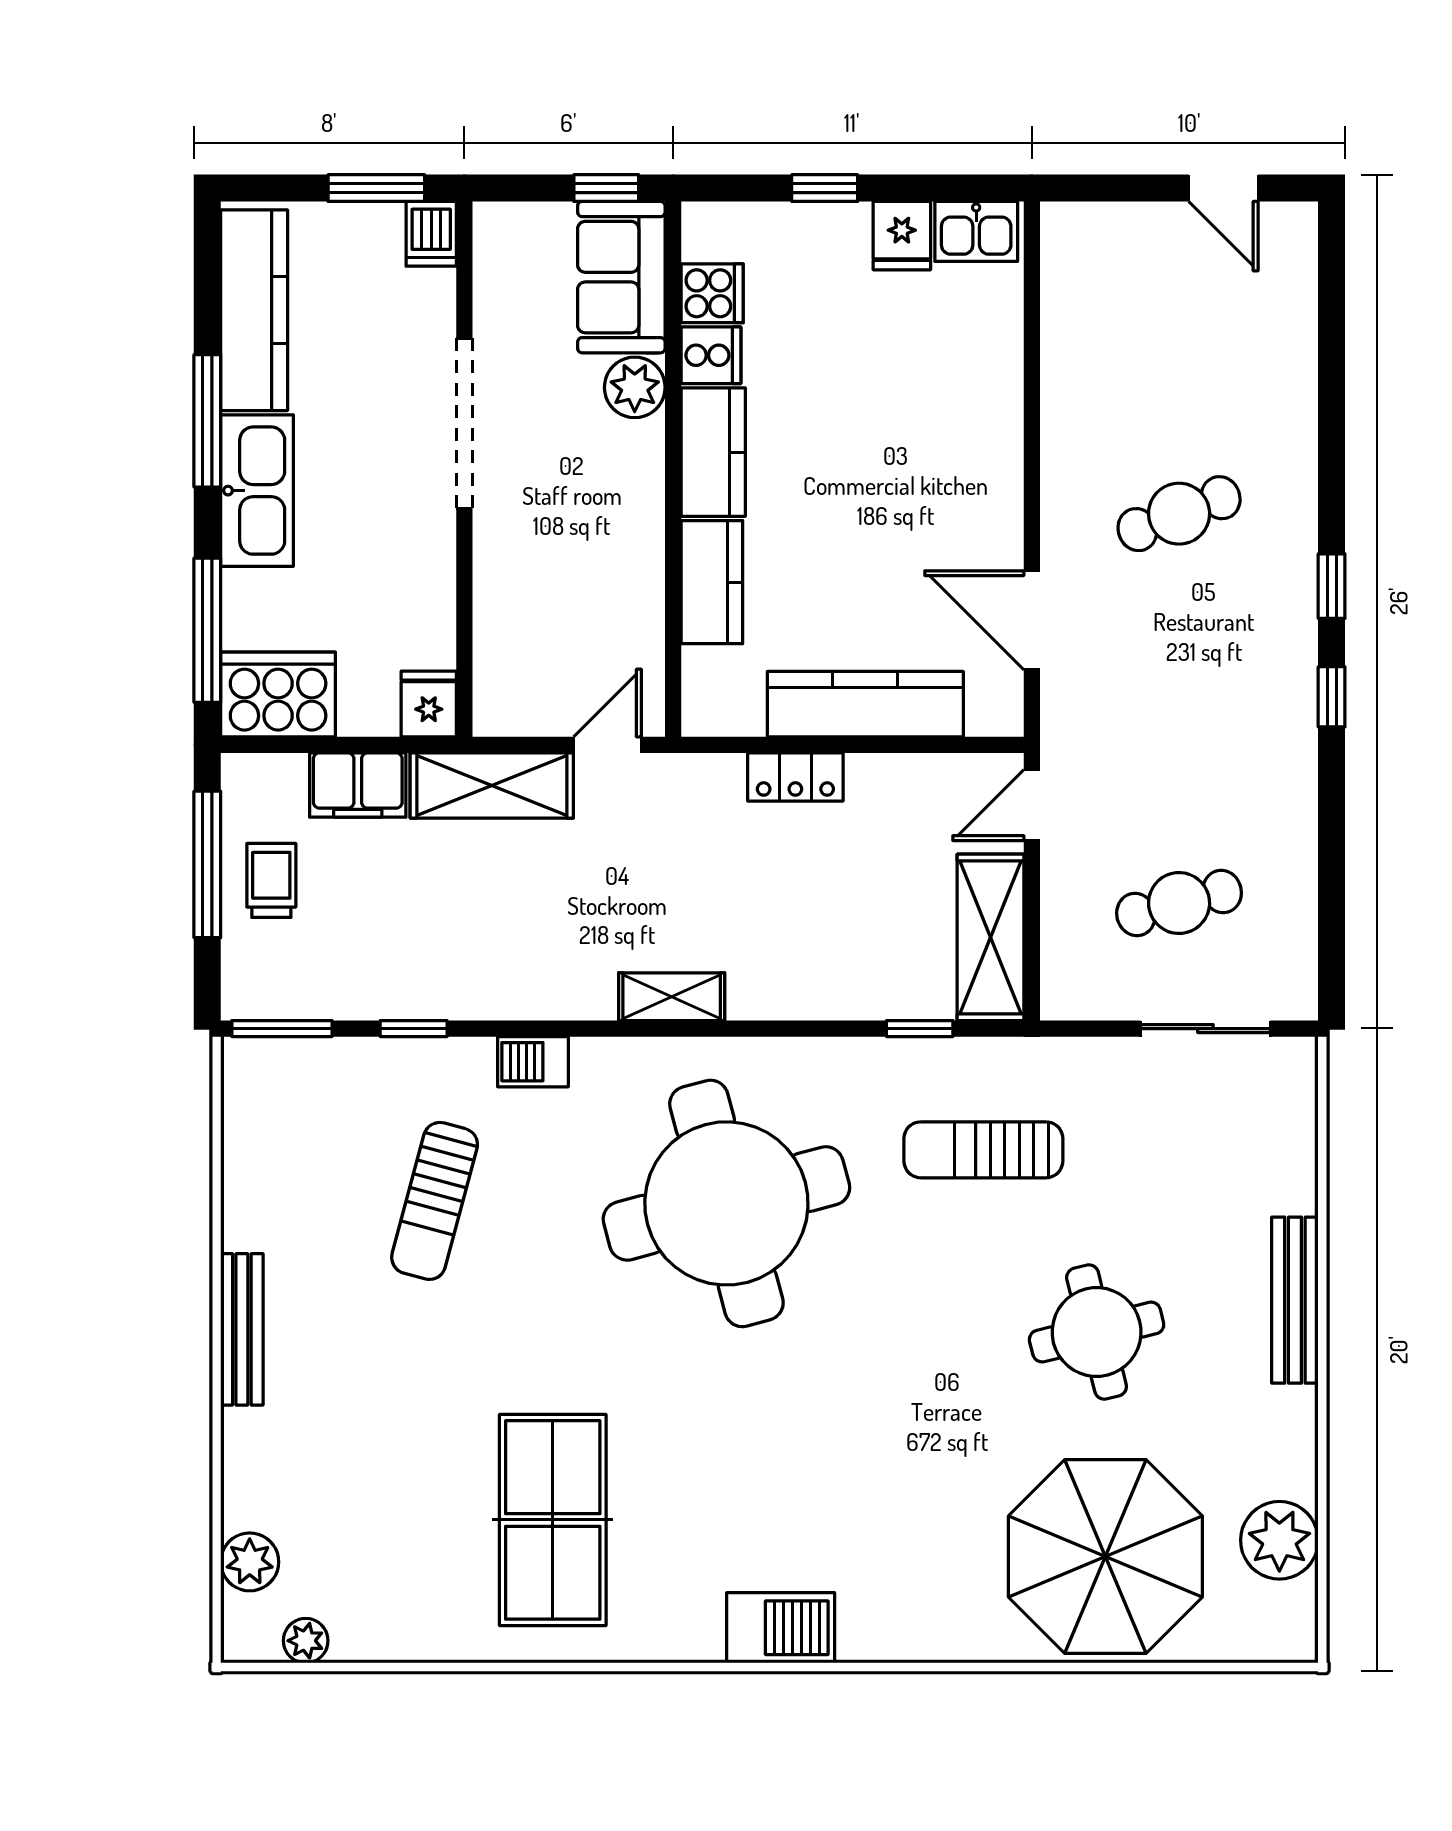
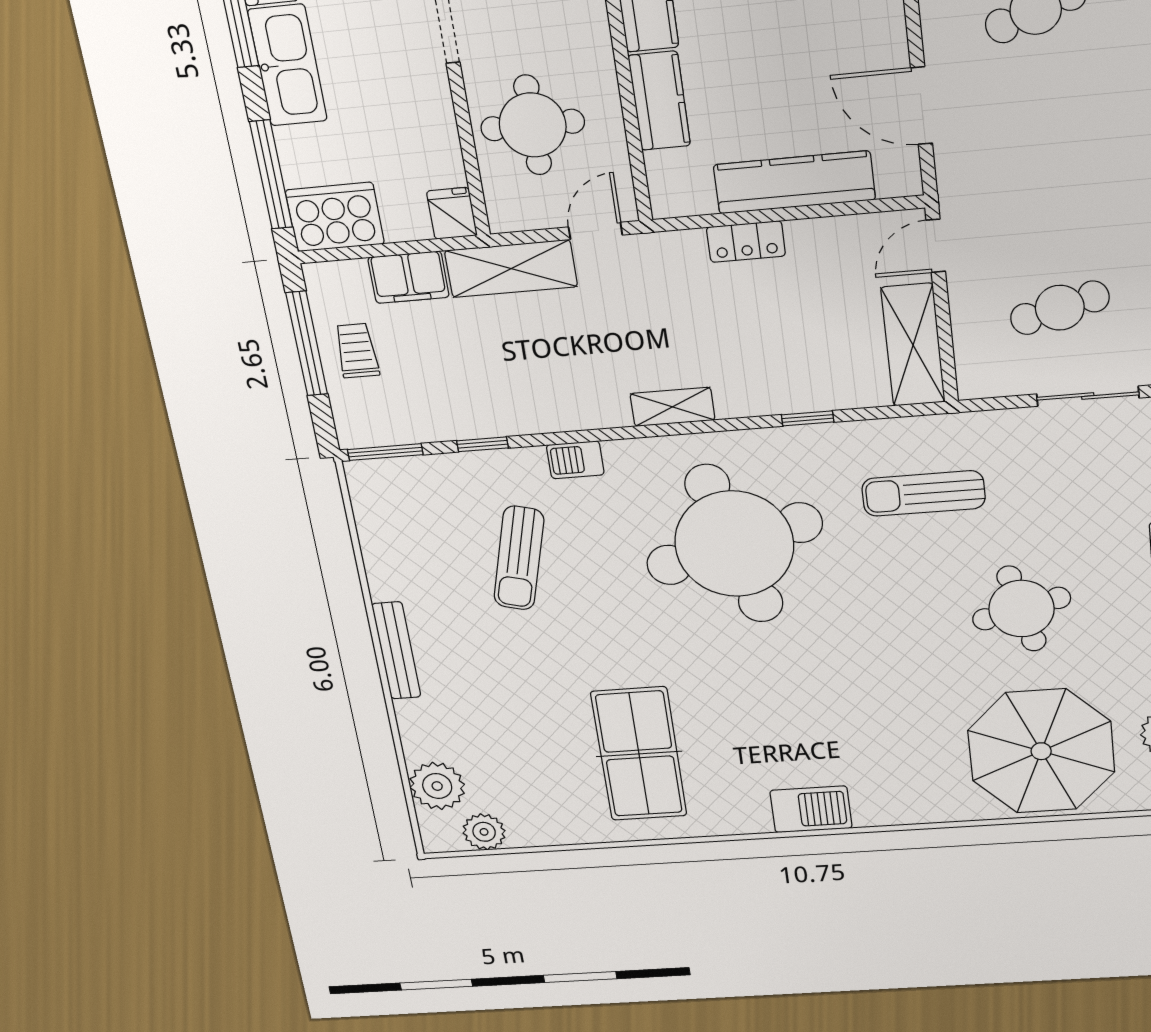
round table: (550, 598) -> (533, 125), added
window: (920, 1029) -> (808, 418), moved
plant: (250, 1562) -> (437, 786), width x1.36, depth x1.36
plant: (306, 1641) -> (484, 832), width x1.38, depth x1.38

